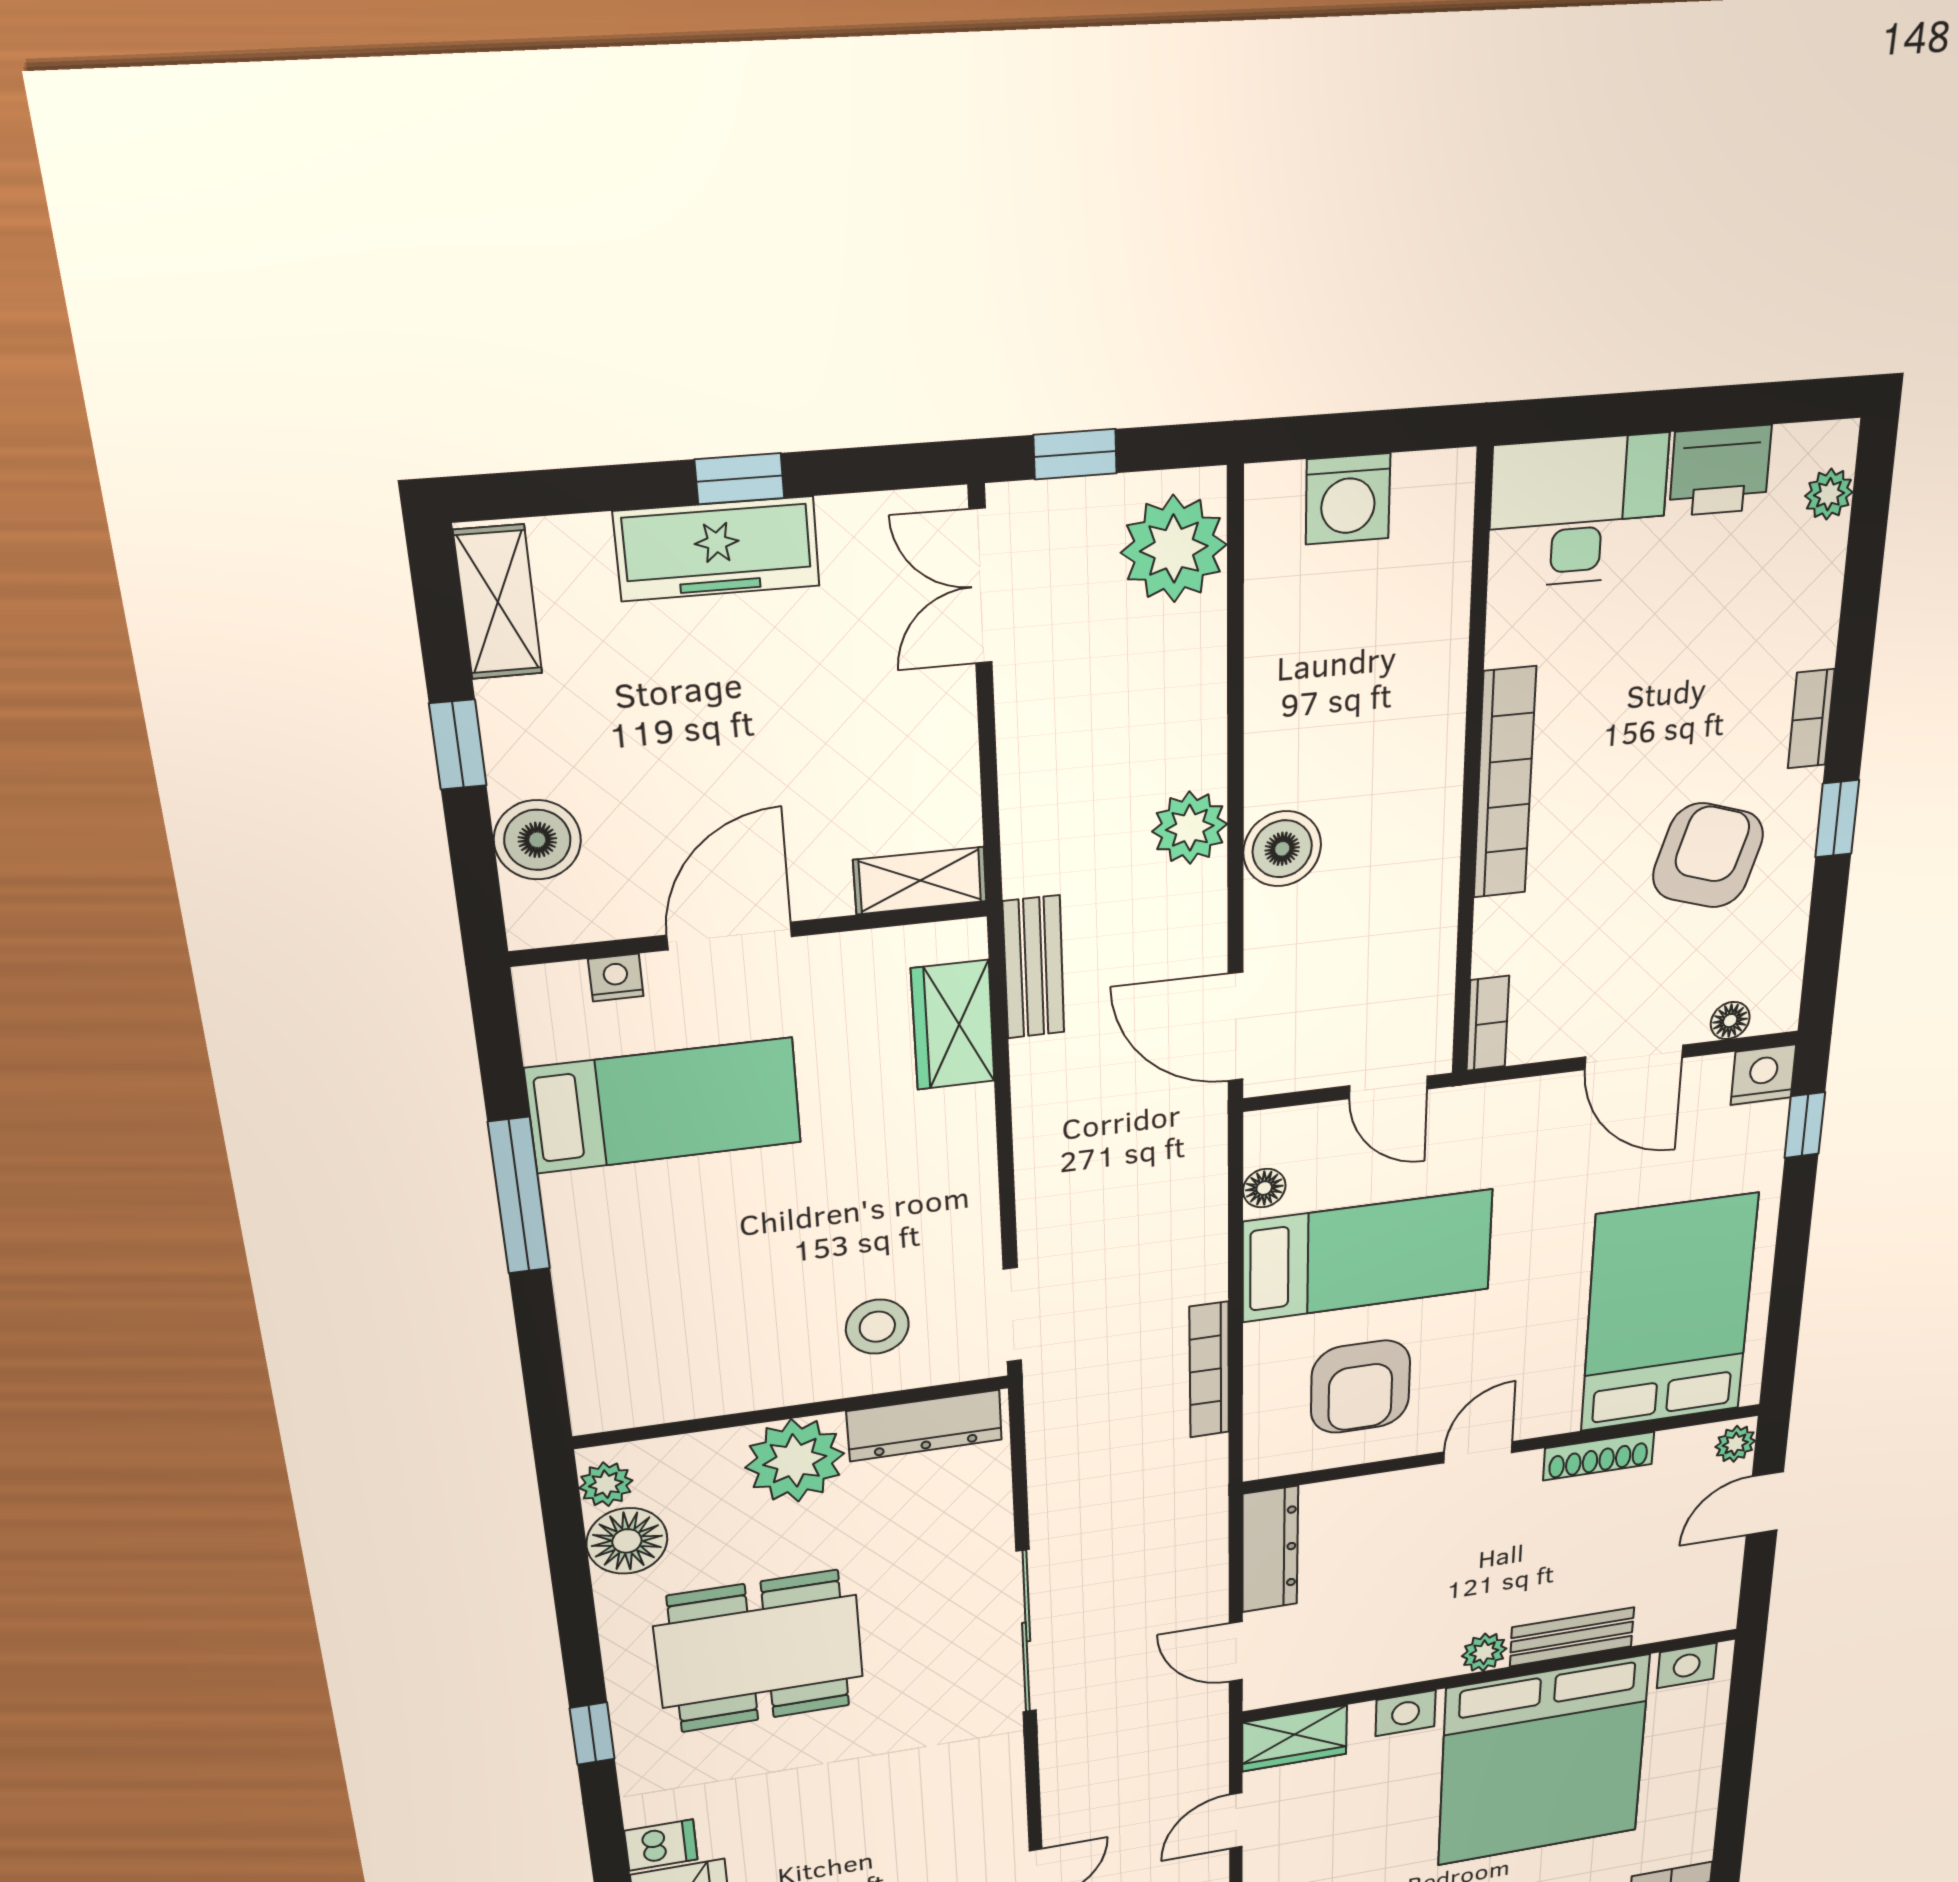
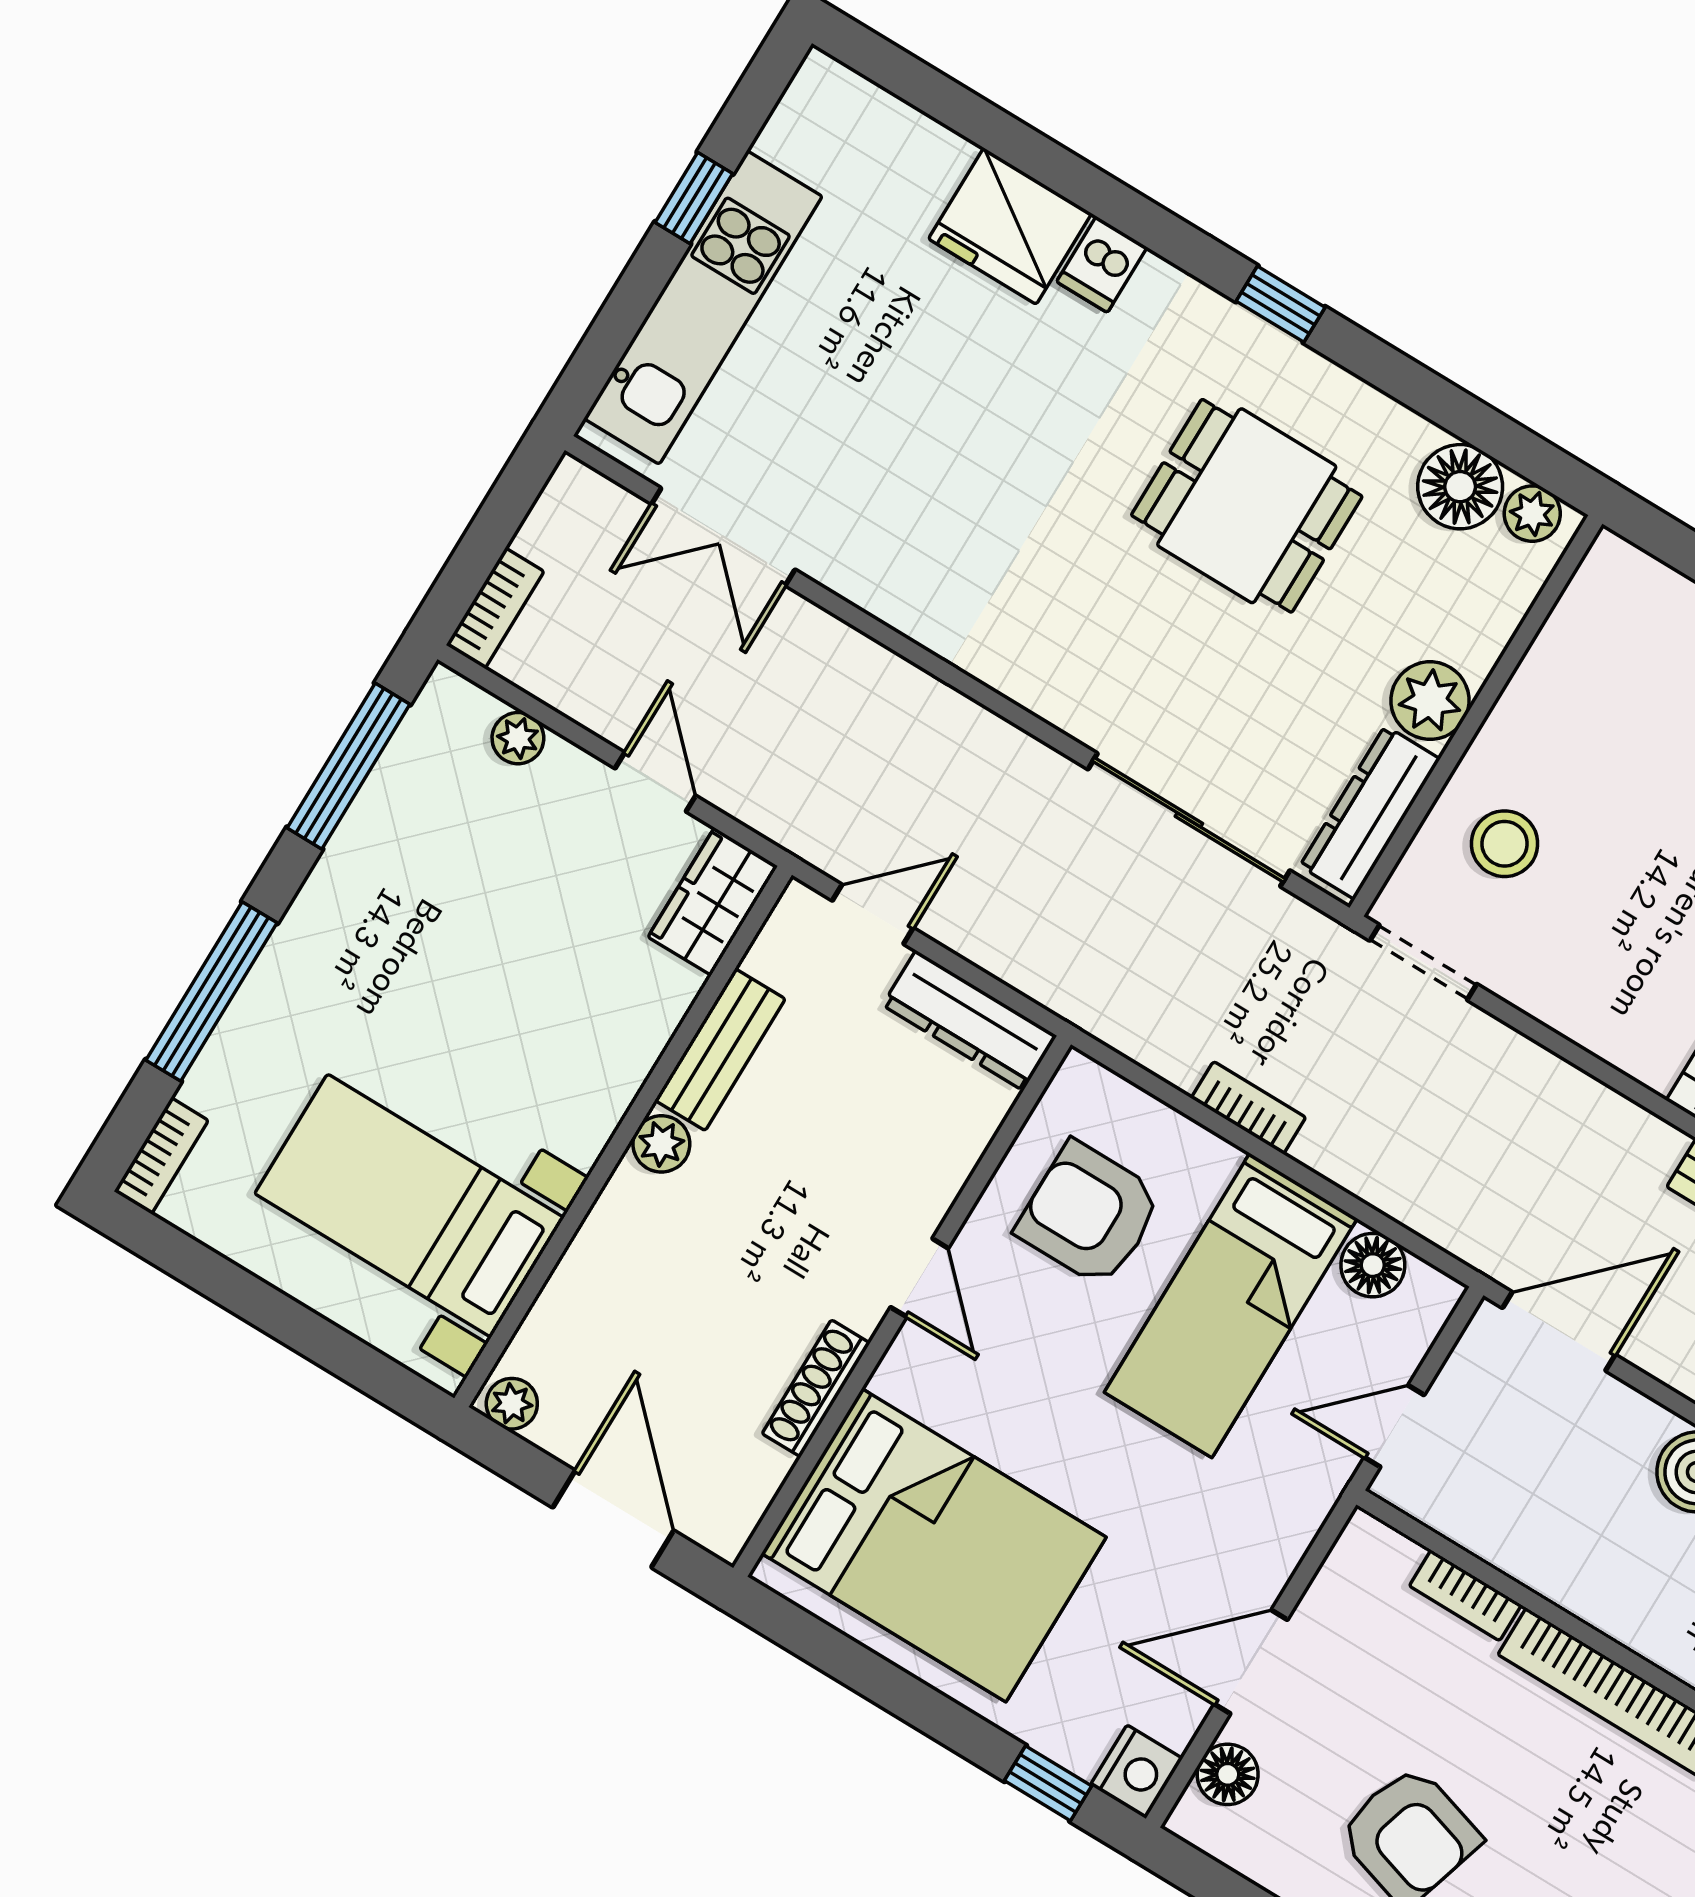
floor lamp: (1730, 1021) -> (1228, 1774), width x1.37, depth x1.37
bookcase: (1488, 1023) -> (1465, 1595), moved
floor lamp: (1264, 1188) -> (1373, 1265), width x1.37, depth x1.37
bookcase: (1209, 1370) -> (1248, 1108), width x0.64
plant: (1735, 1444) -> (512, 1404), moved
plant: (795, 1461) -> (1430, 701), width x0.73, depth x0.73
door: (1765, 1503) -> (613, 1519), width x1.38
sliding door: (1026, 1632) -> (1189, 820), moved
bench: (1572, 1637) -> (720, 1050), moved
dining table: (759, 1651) -> (1247, 506), width x0.73
bed with nightstands: (1543, 1761) -> (409, 1206), width x0.54

